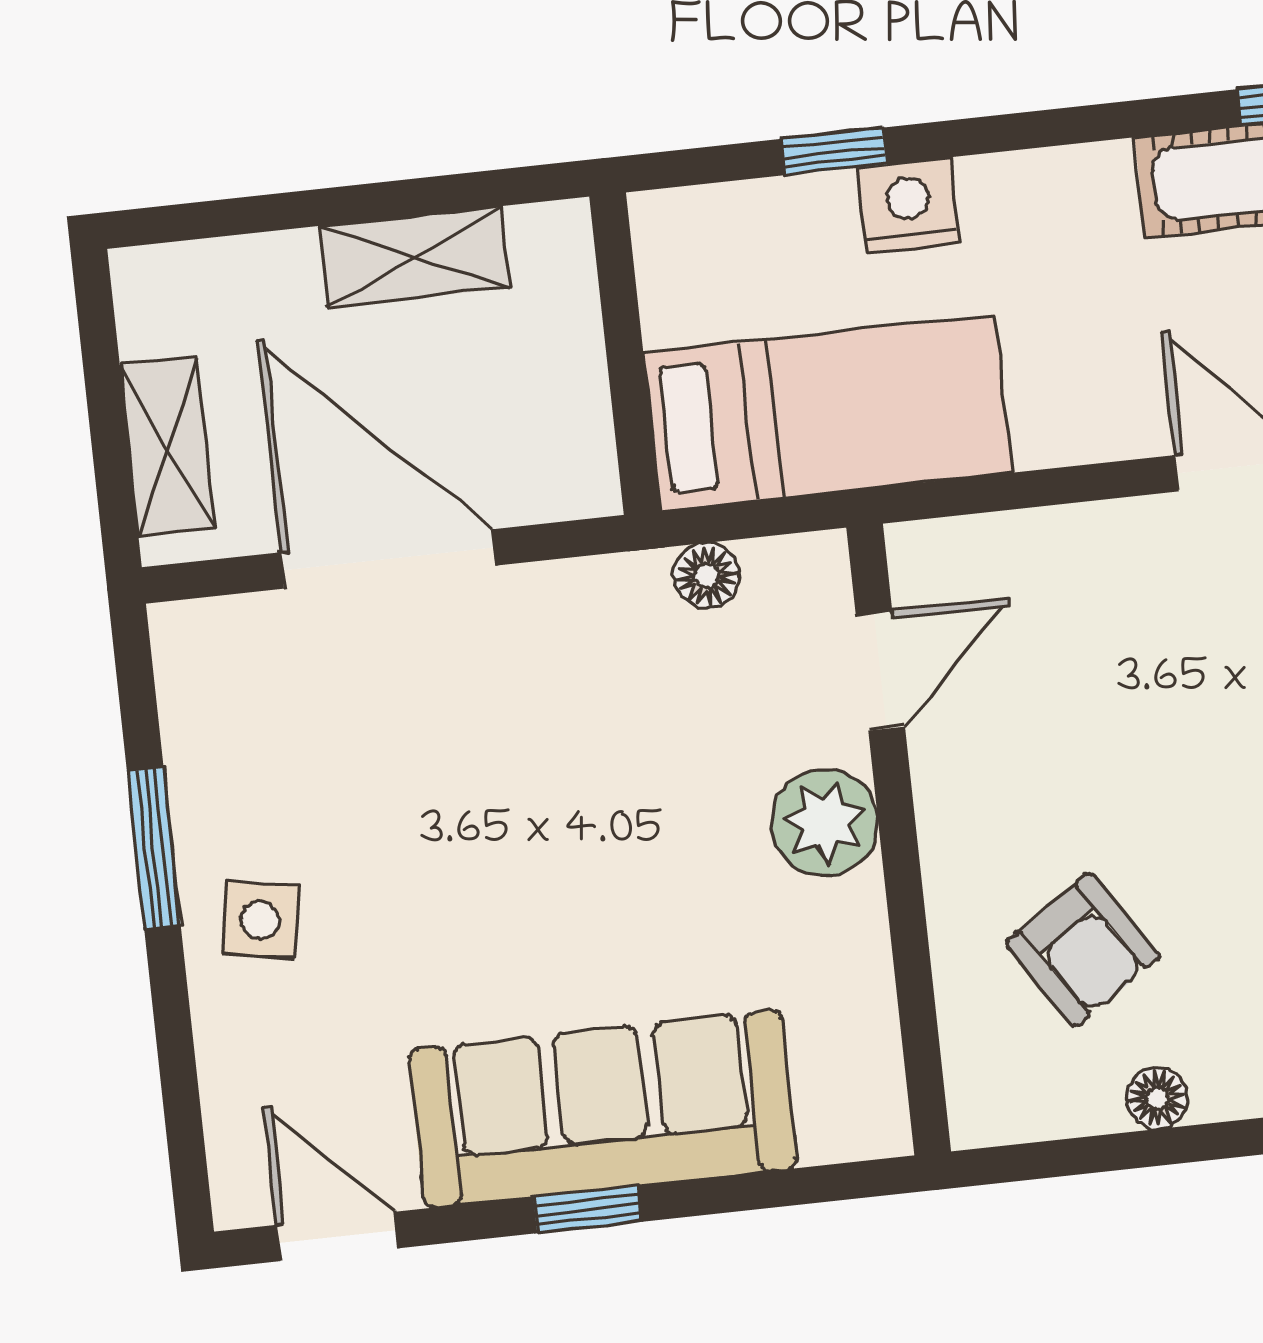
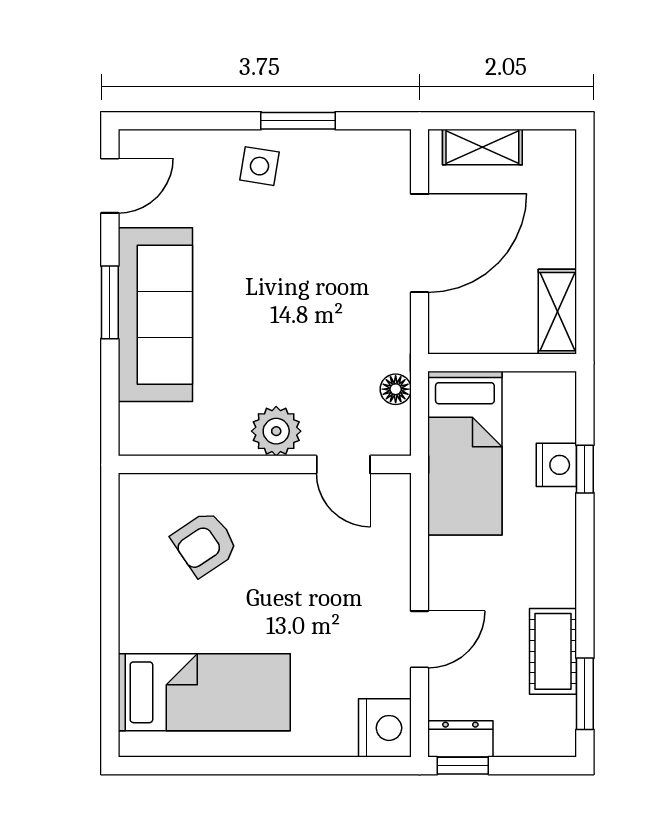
nightstand: (909, 205) -> (556, 465), moved
shelving: (414, 257) -> (557, 312), moved
floor lamp: (1157, 1098) -> (132, 571), removed
window: (587, 1209) -> (110, 302), width x1.50

